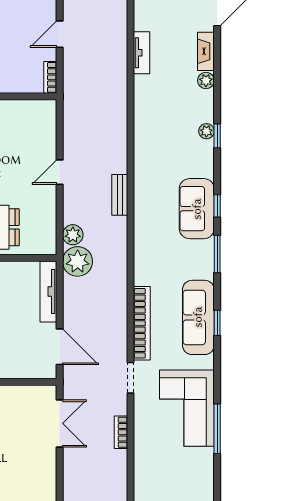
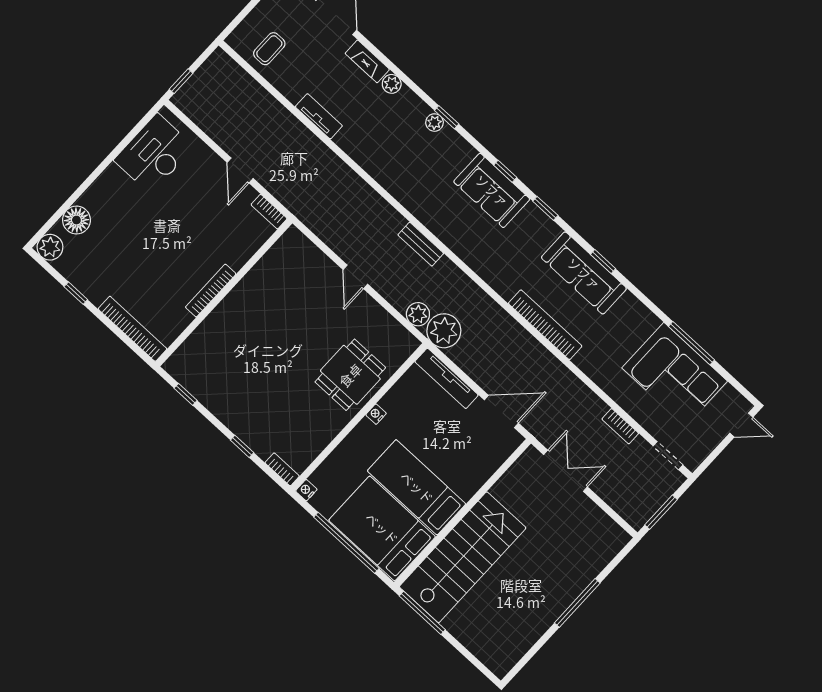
window: (217, 254) -> (545, 208), width x0.67
doorway: (131, 378) -> (668, 456), moved
corner sofa: (187, 408) -> (675, 374), moved

